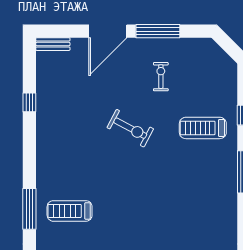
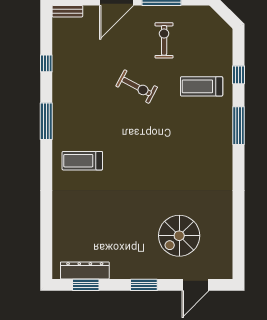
exercise bike: (161, 77) -> (164, 40), width x1.38, depth x1.39
window: (29, 209) -> (46, 121), moved

